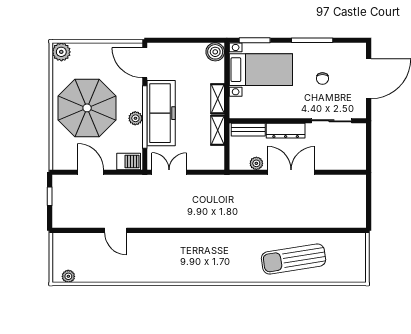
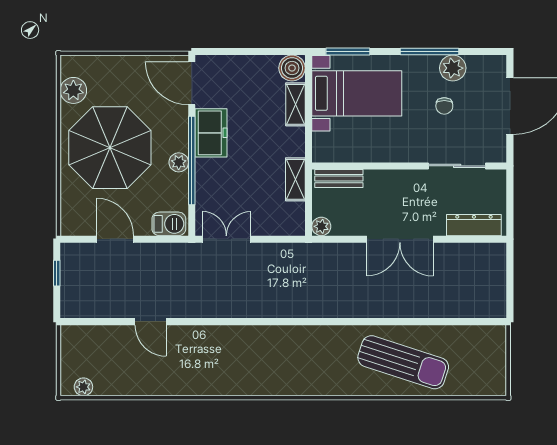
plant: (61, 52) -> (73, 90), moved
plant: (328, 52) -> (453, 68), added
shelving: (218, 99) -> (295, 104), moved
freezer: (161, 113) -> (211, 133), width x0.52, depth x0.79
dresser: (286, 131) -> (474, 225), moved, turned 180
plant: (256, 163) -> (321, 226), moved
double door: (291, 172) -> (400, 239), swing flipped
sun lounger: (293, 259) -> (403, 362), turned -153

